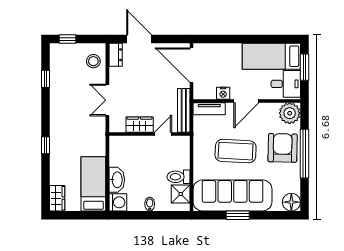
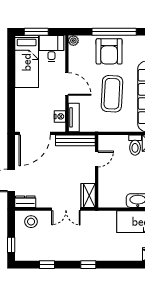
nightstand: (223, 93) -> (60, 116), moved
plant: (290, 113) -> (73, 41), width x0.53, depth x0.53
wardrobe: (140, 125) -> (88, 195), moved
door: (163, 134) -> (97, 159), swing flipped
window: (46, 145) -> (88, 265), moved
armchair: (283, 148) -> (109, 51), turned -91

